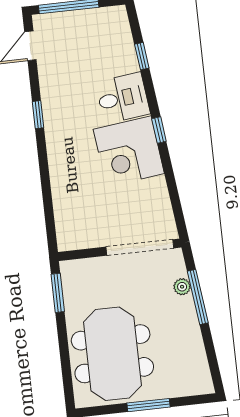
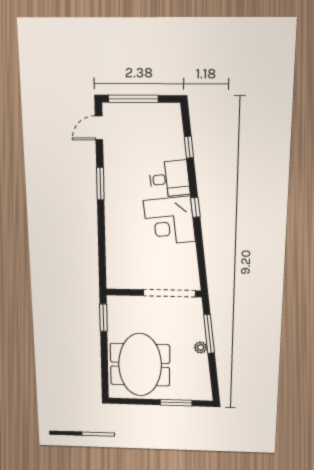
window: (38, 115) -> (100, 184), width x1.50
plant: (182, 287) -> (201, 347), moved
window: (148, 405) -> (176, 403), moved

